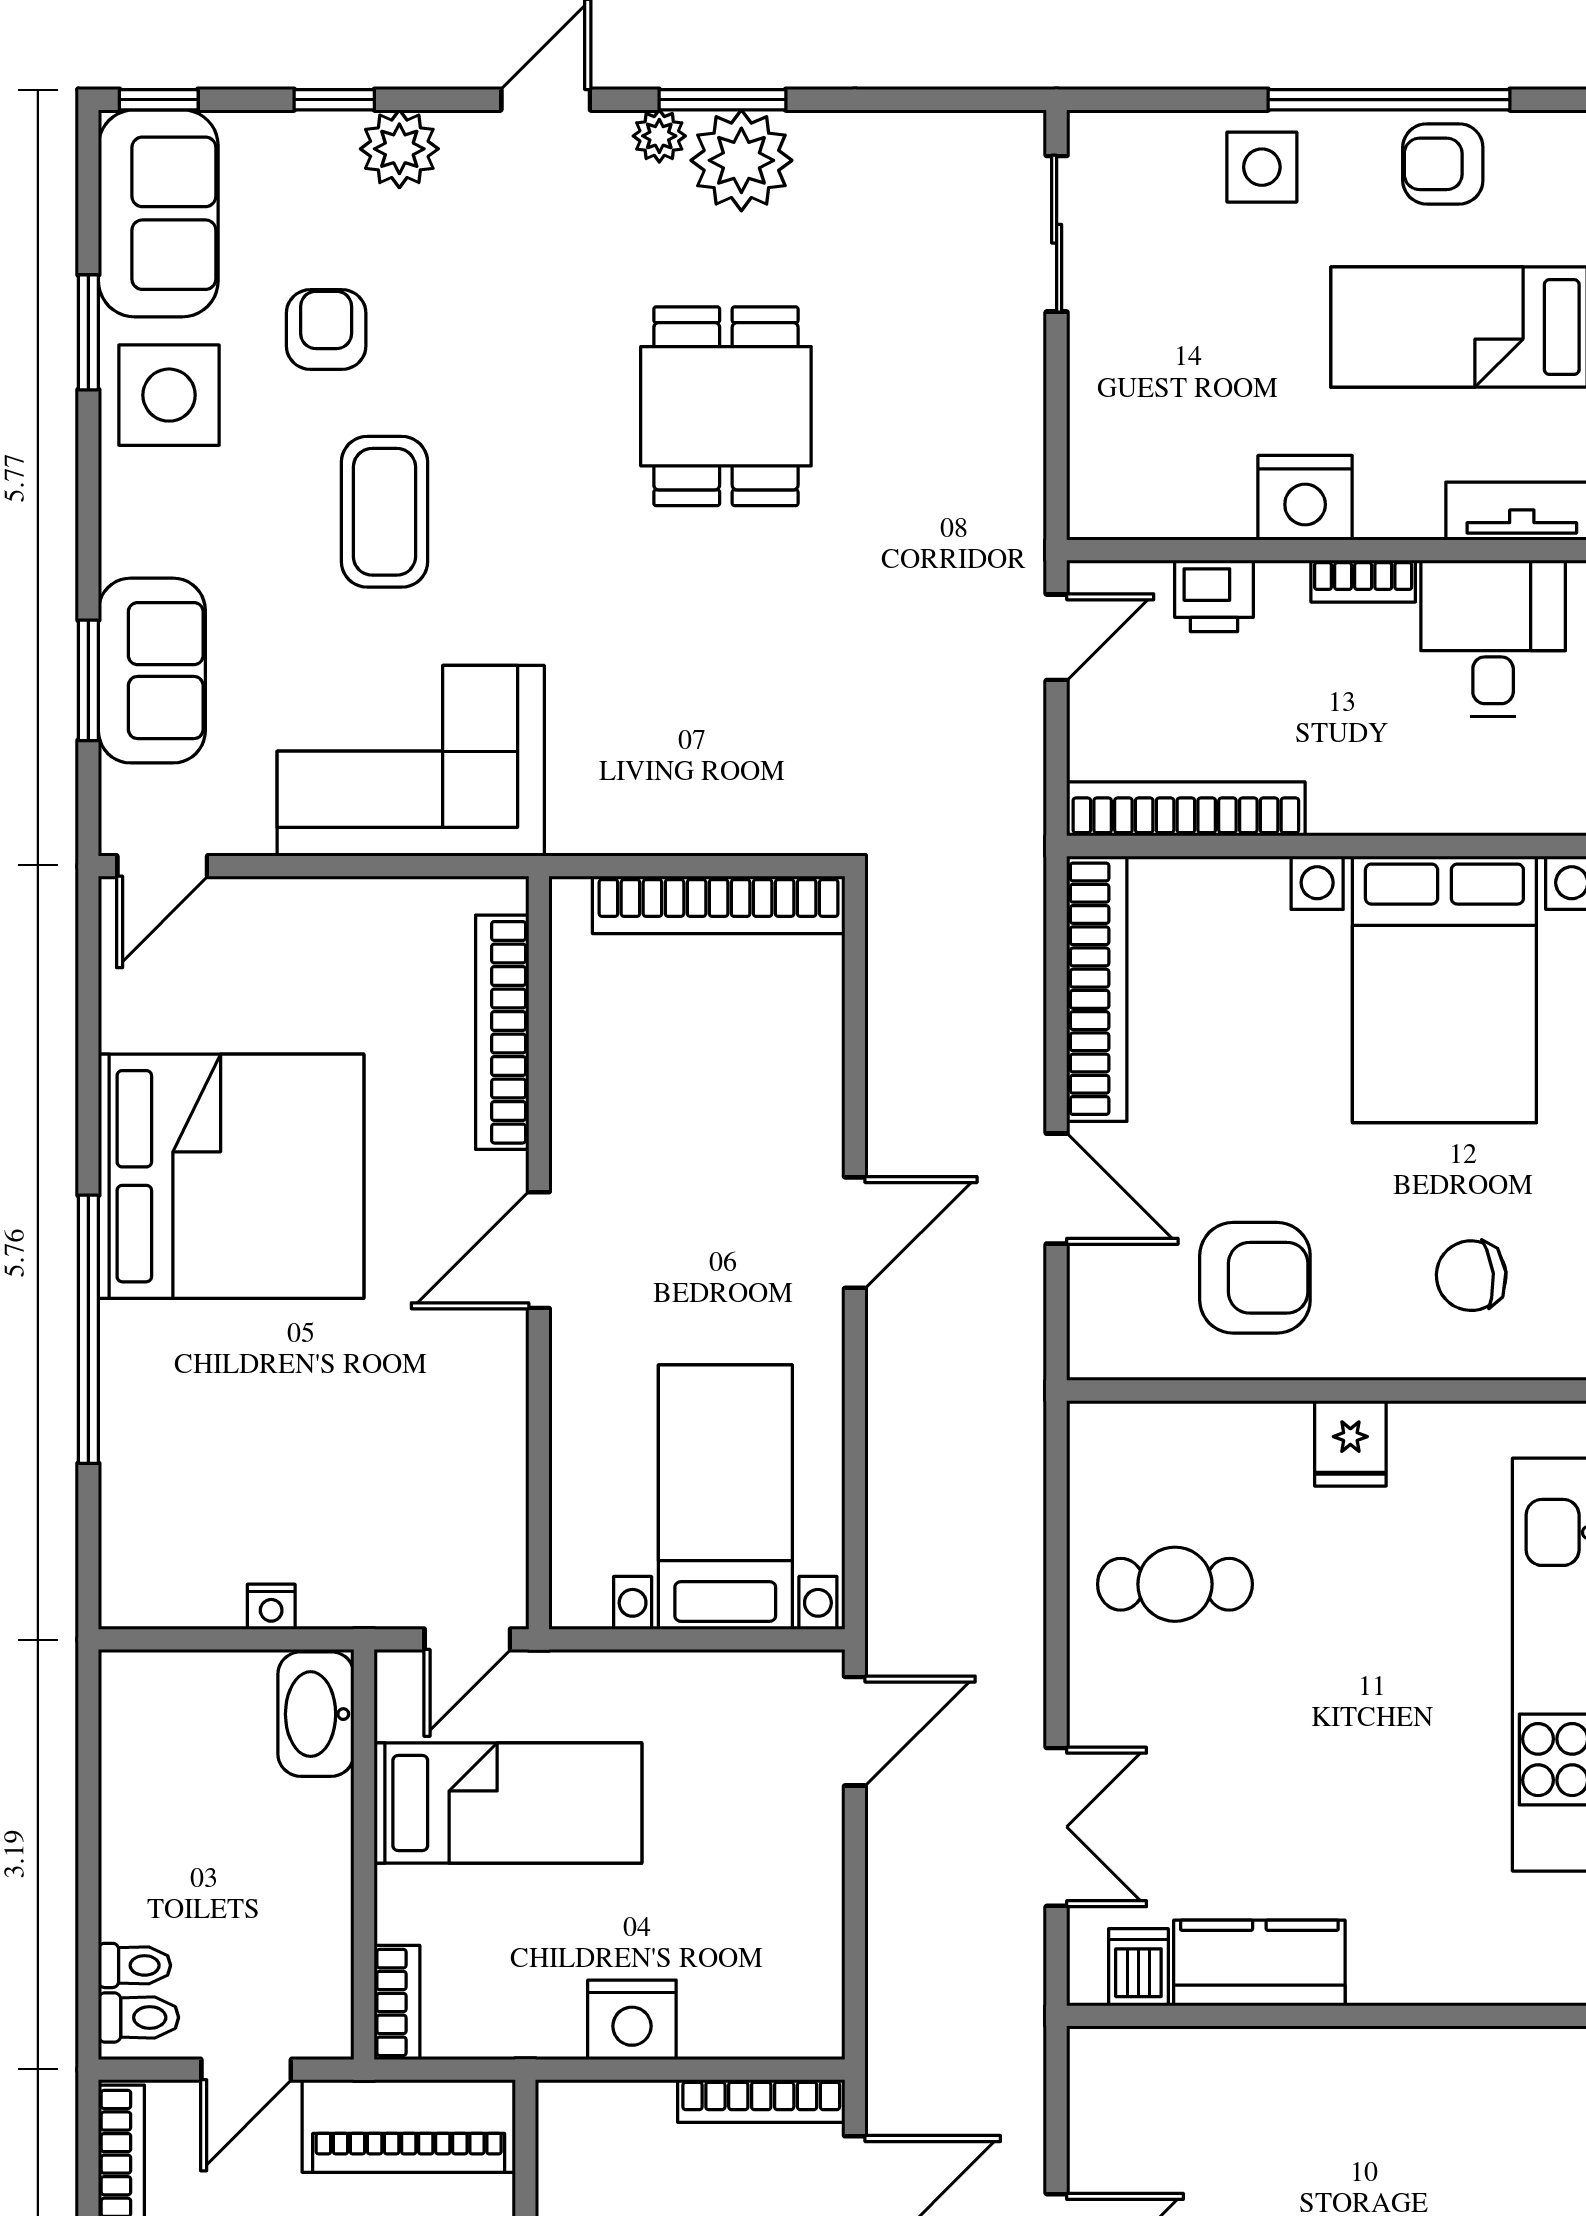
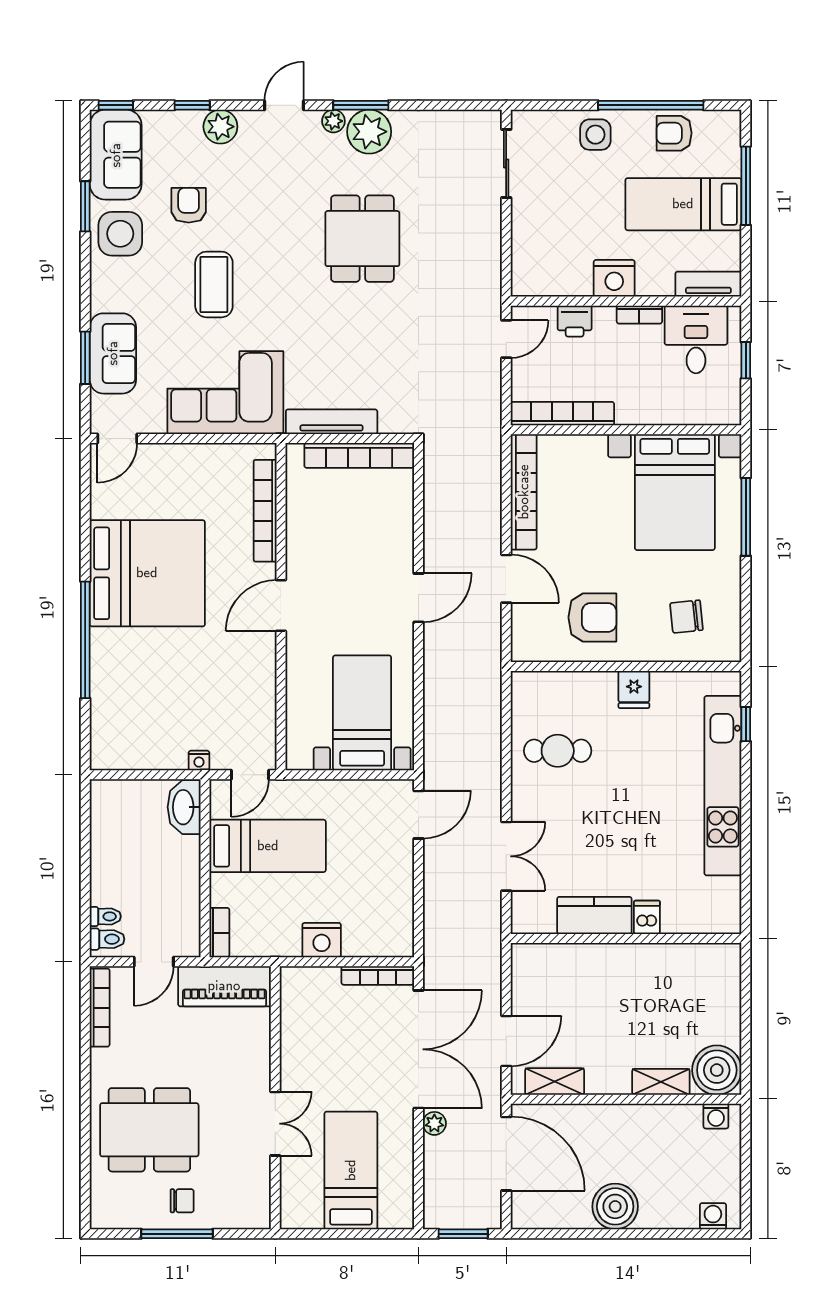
tv unit: (655, 828) -> (332, 422), added
nightstand: (271, 1607) -> (199, 761), moved
dishwasher: (1138, 1967) -> (647, 917), moved

